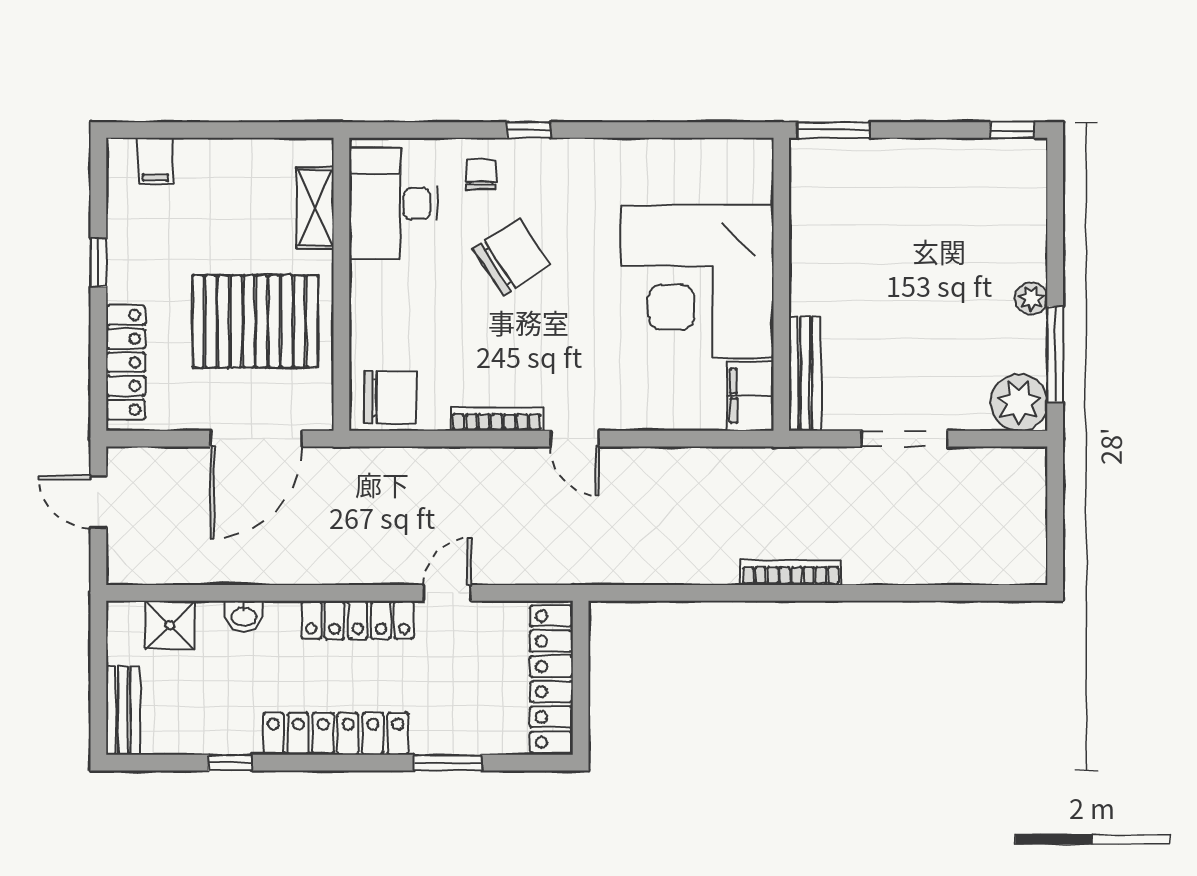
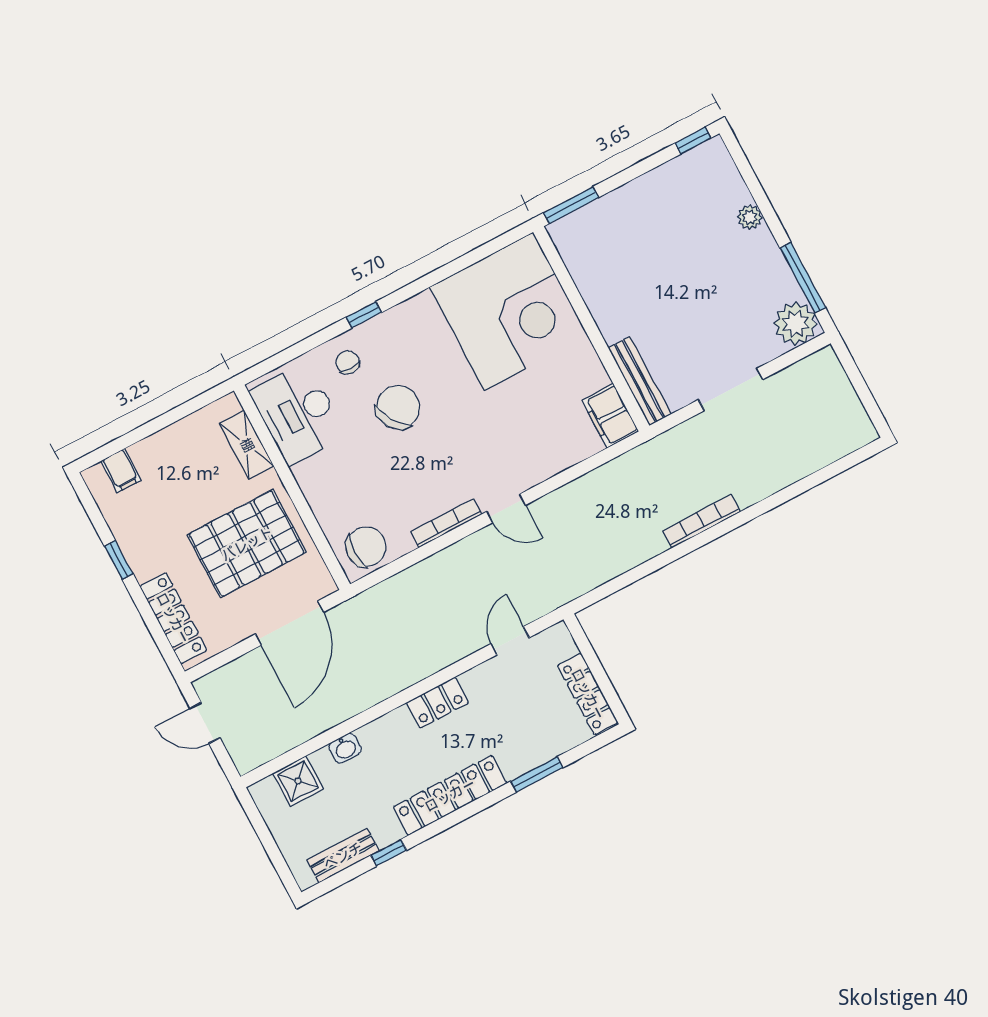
corner desk: (697, 281) -> (509, 311), moved, turned -90
plant: (1031, 298) -> (750, 217), moved
door: (447, 593) -> (510, 641), moved
locker: (358, 620) -> (438, 703), width x0.66
locker: (551, 679) -> (588, 694), width x0.71, depth x0.83
bench: (123, 711) -> (343, 856), moved, turned 90

